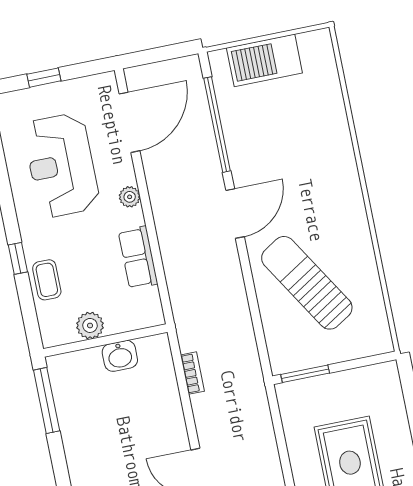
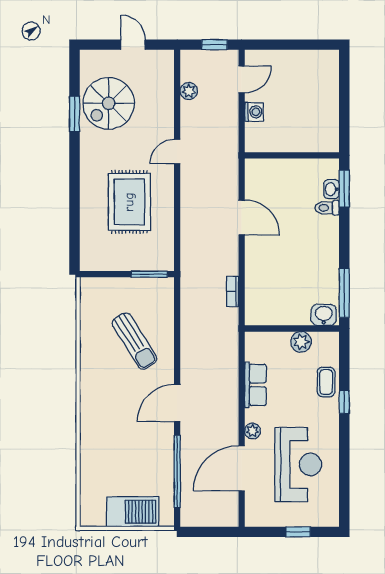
door: (129, 122) -> (242, 468), moved
sun lounger: (307, 283) -> (134, 341), width x0.73, depth x0.75
washbasin: (120, 356) -> (324, 315), moved

